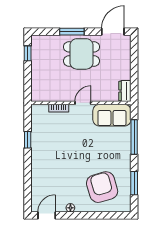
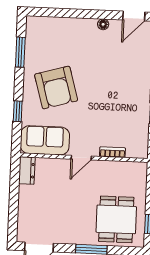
dining table: (81, 54) -> (116, 219), moved, turned 90
window: (134, 137) -> (18, 111), width x0.46
armchair: (102, 187) -> (56, 88), moved

